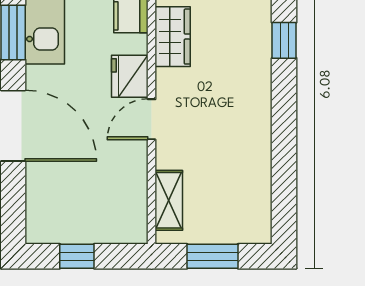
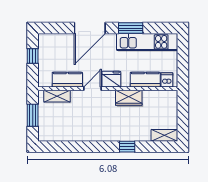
door: (152, 119) -> (93, 89), hinge flipped
kitchen counter: (131, 177) -> (67, 80), added

